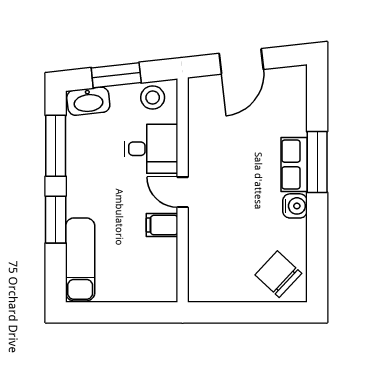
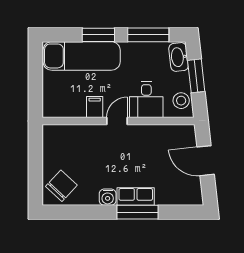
exam couch: (80, 259) -> (82, 56), width x1.36, depth x1.45

